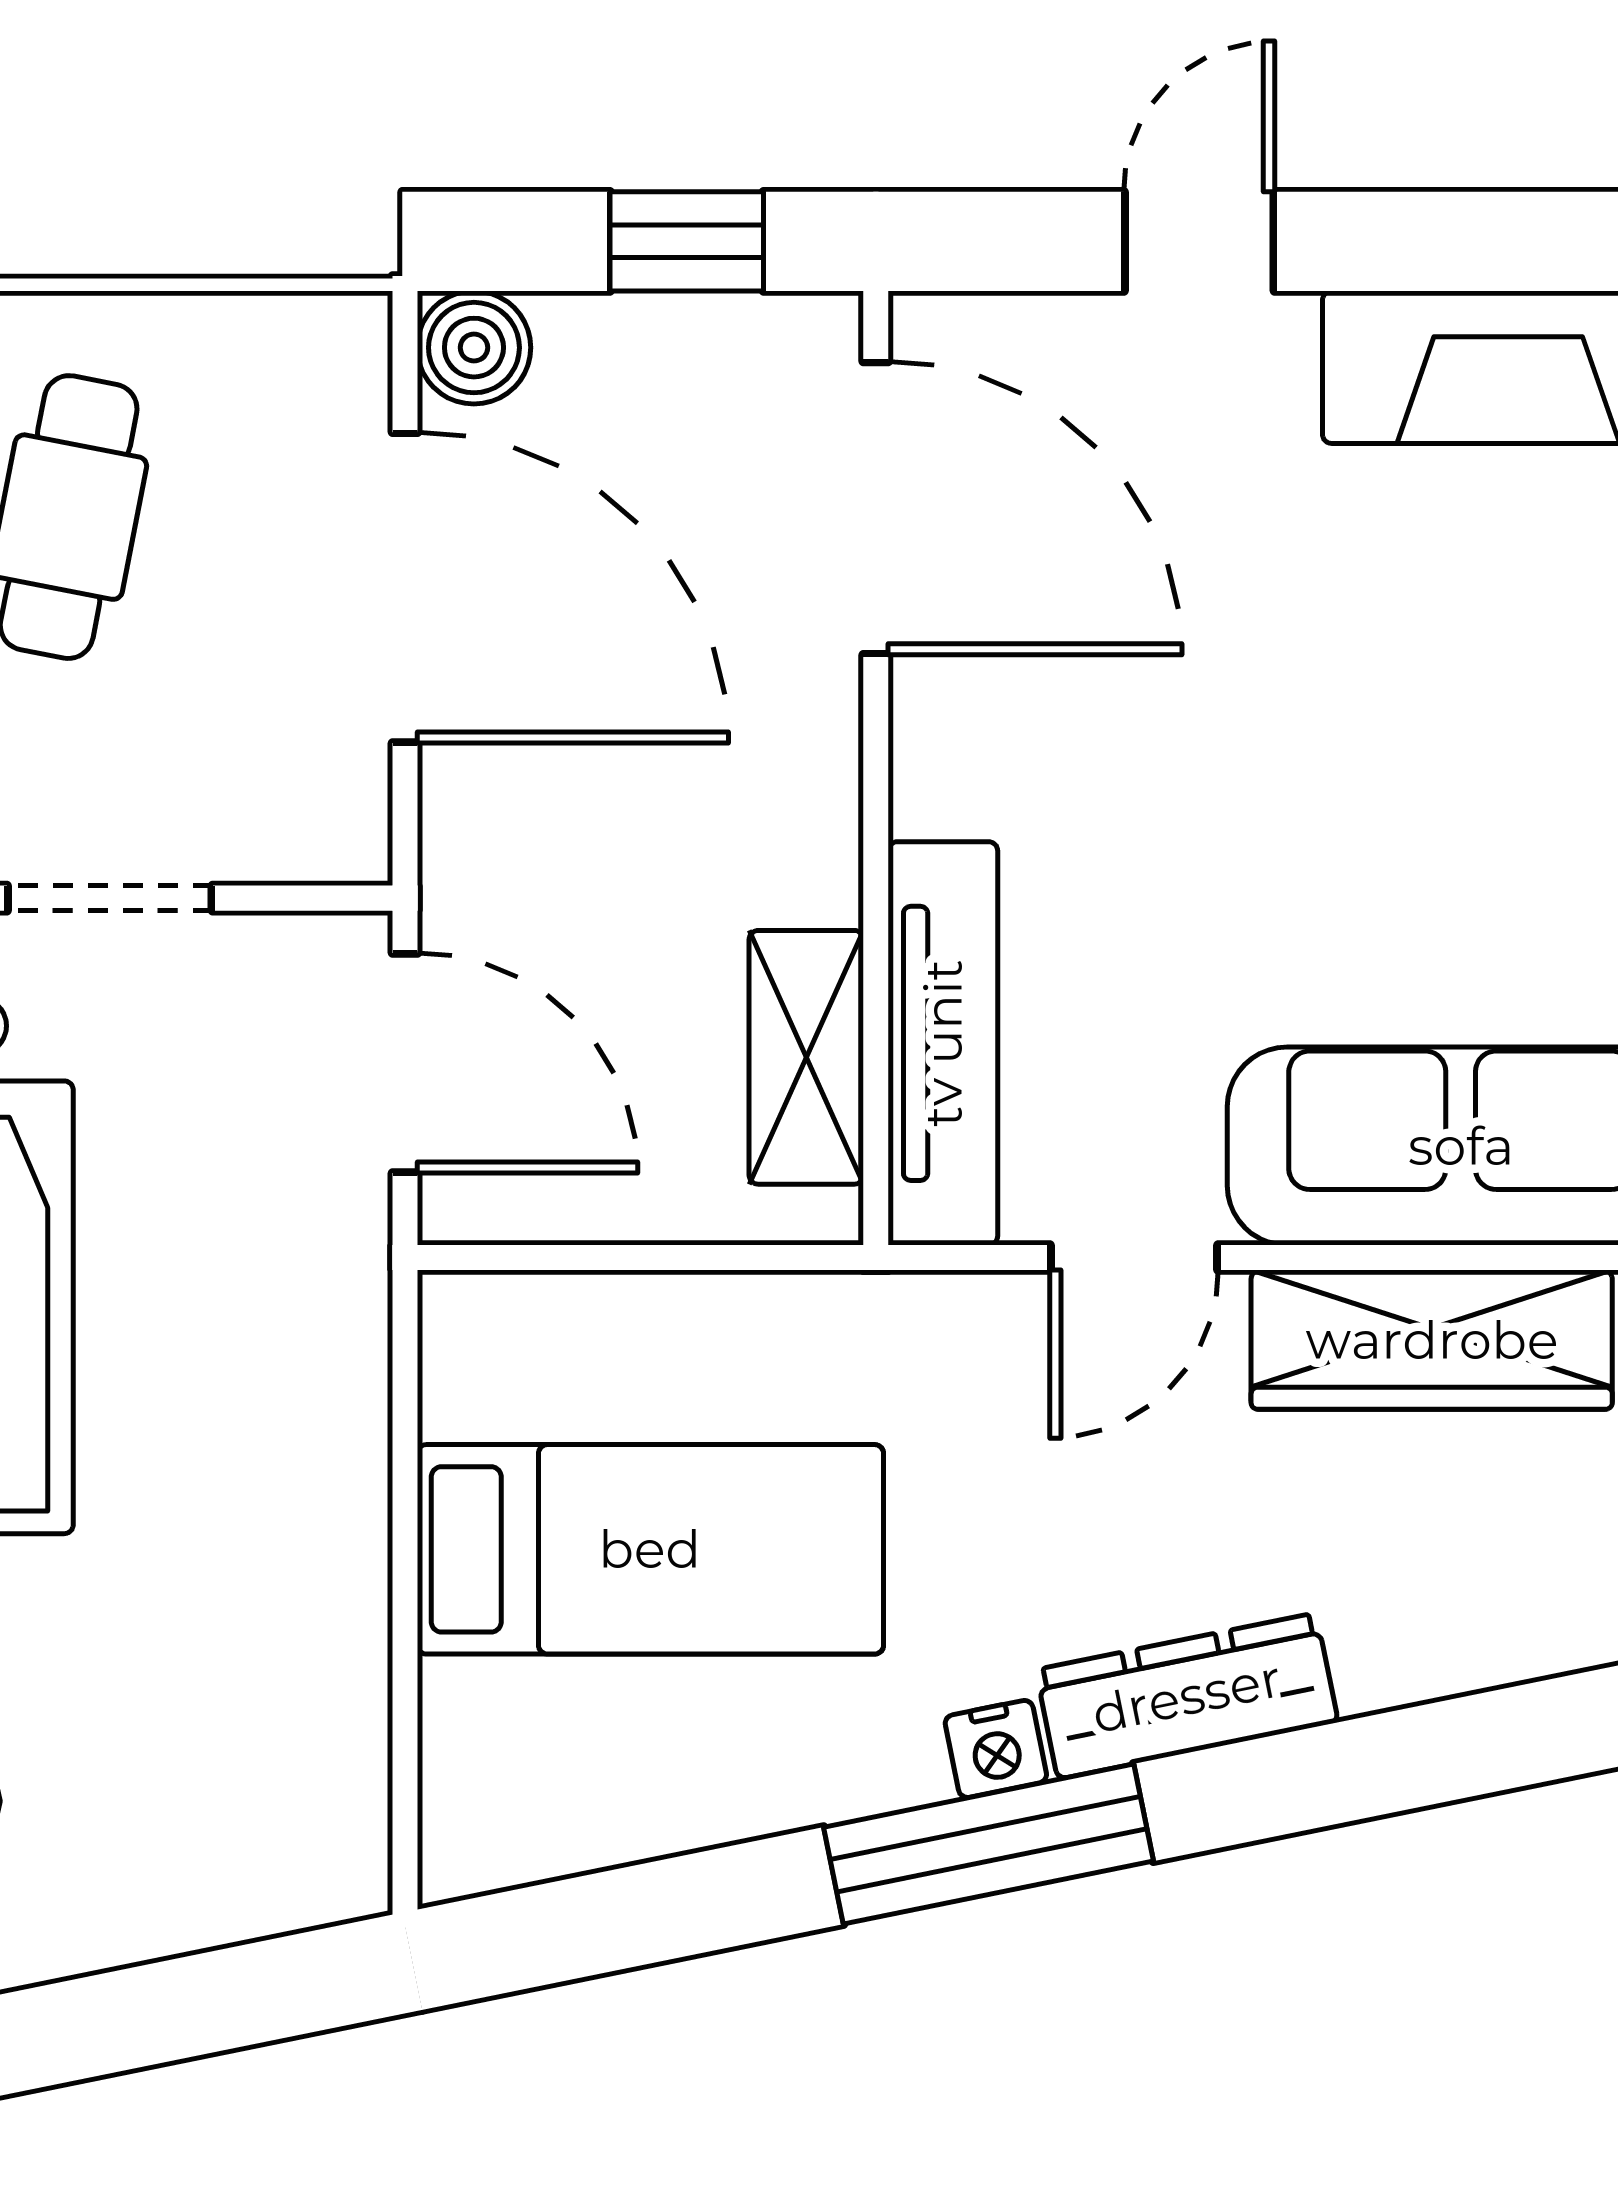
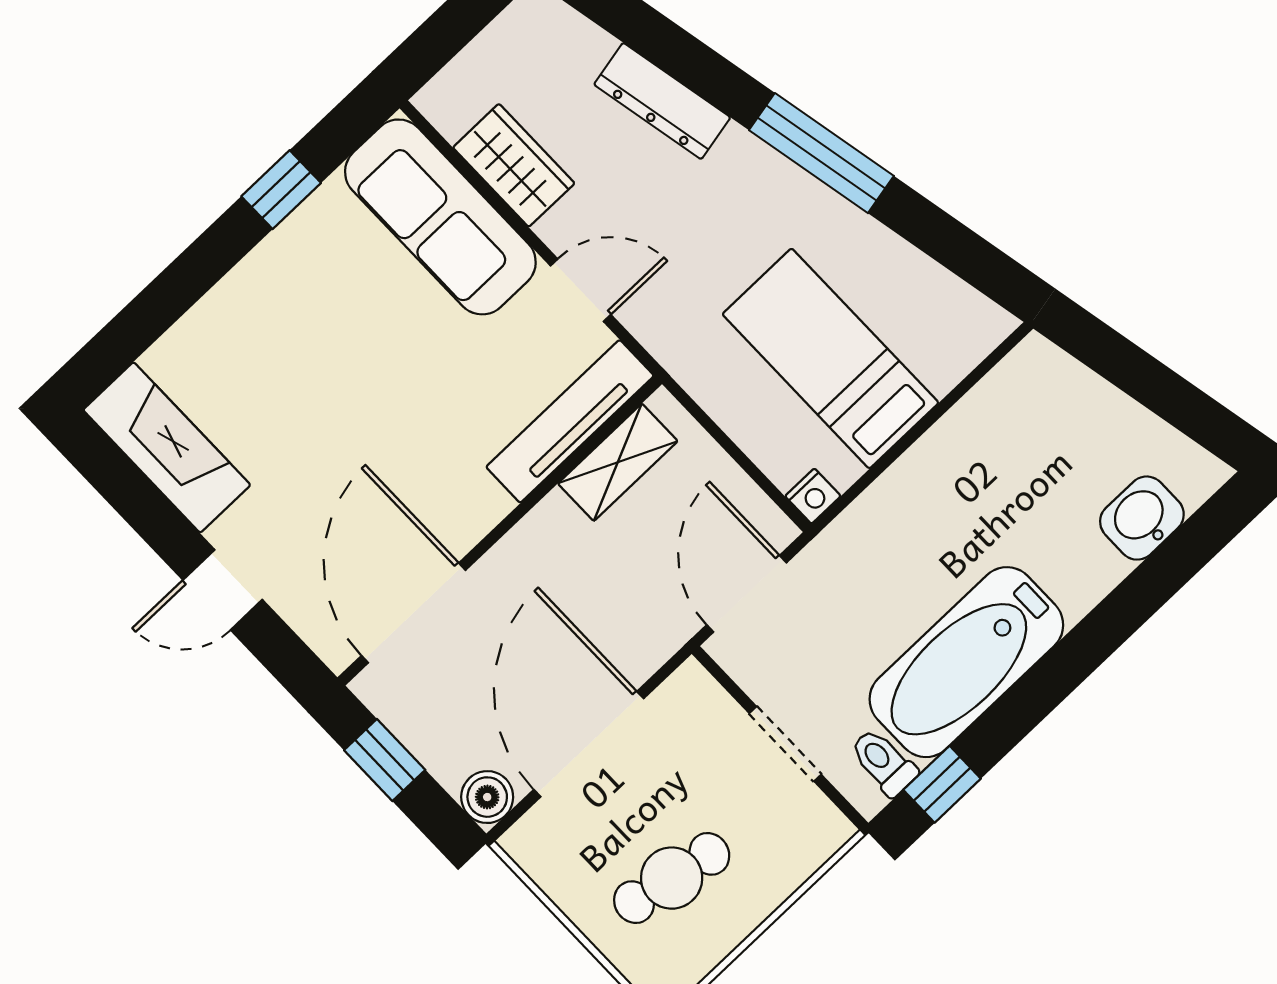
wardrobe: (1432, 1340) -> (514, 165), width x0.67
dresser: (1187, 1696) -> (662, 101), moved
nightstand: (996, 1749) -> (813, 496), moved, turned 101

